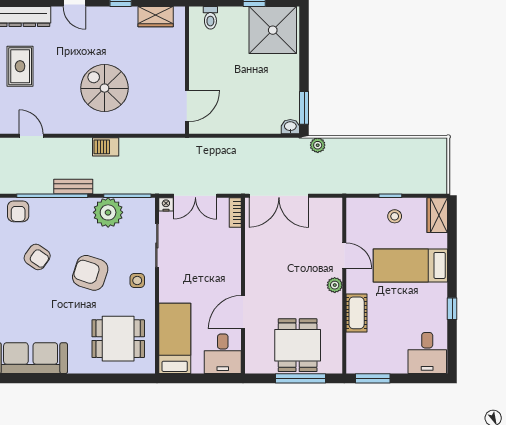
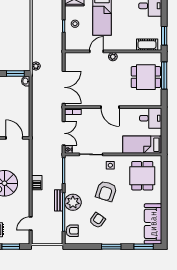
plant: (108, 212) -> (73, 202), moved
door: (243, 312) -> (110, 107), moved
cot: (357, 313) -> (147, 45), moved

